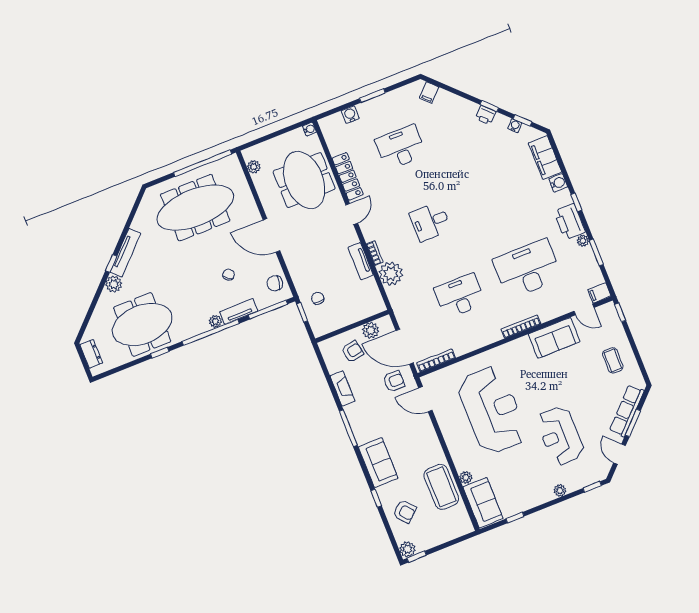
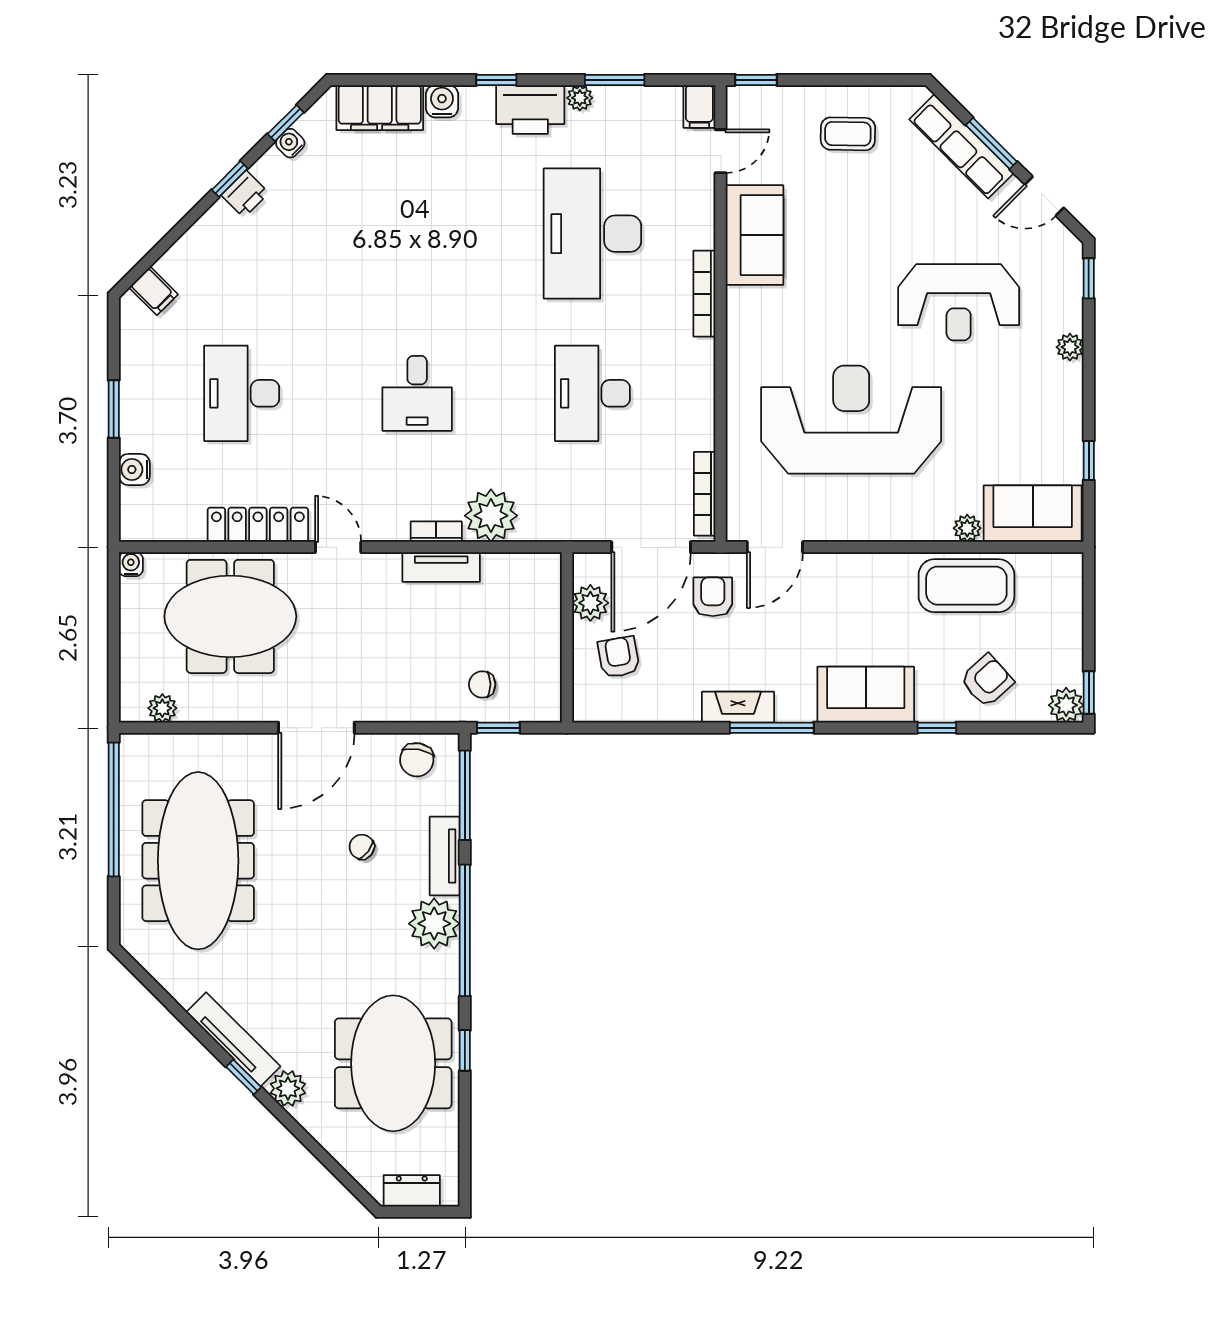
plant: (215, 321) -> (434, 924), width x1.88, depth x1.88
fireplace: (342, 388) -> (738, 707), moved

